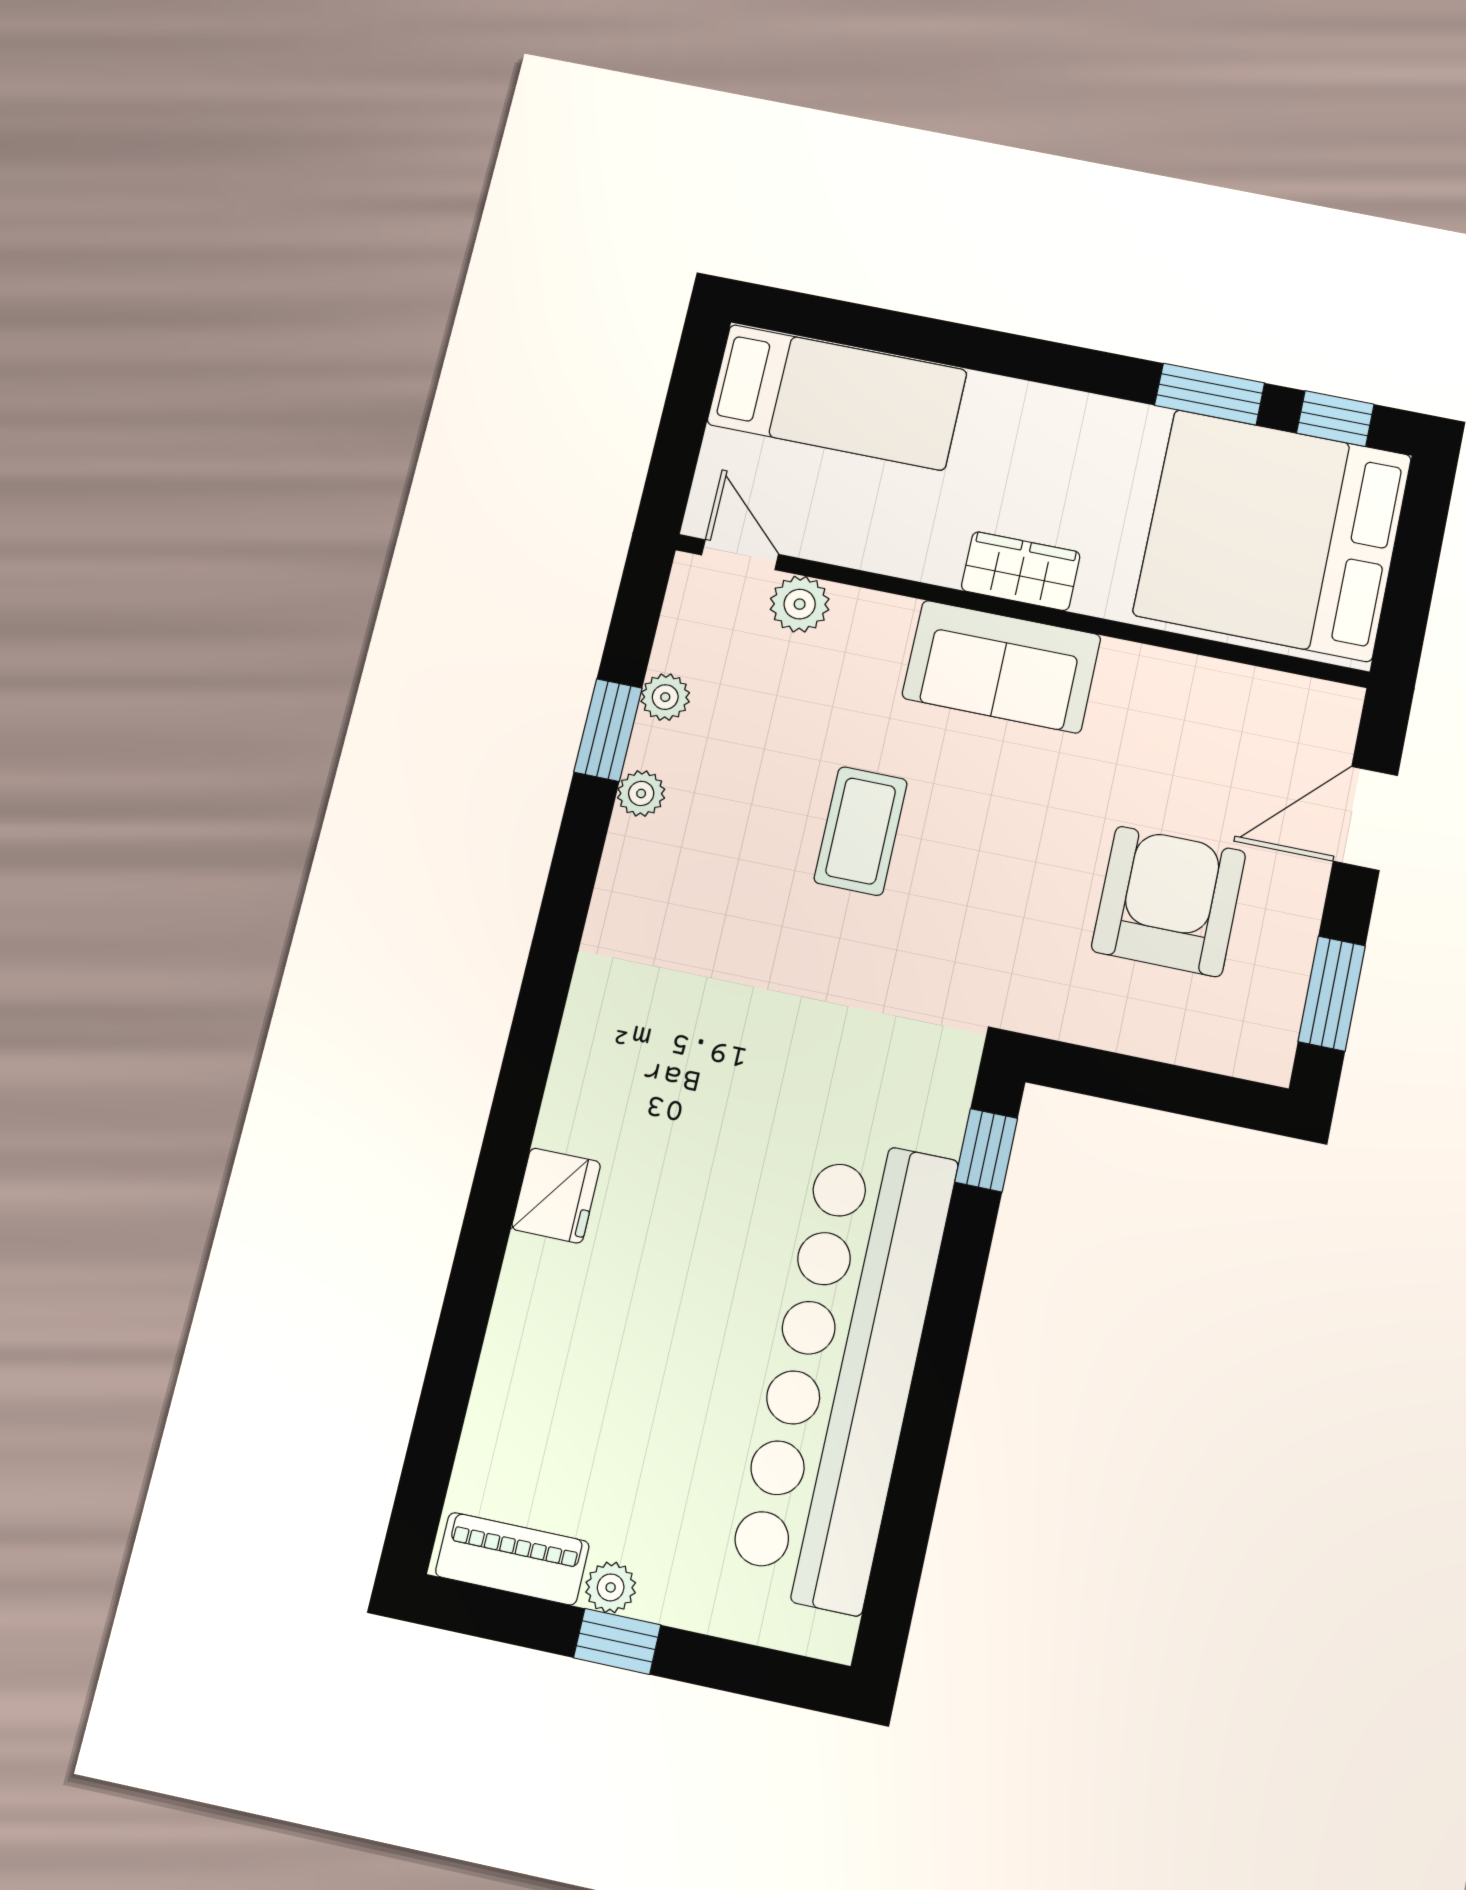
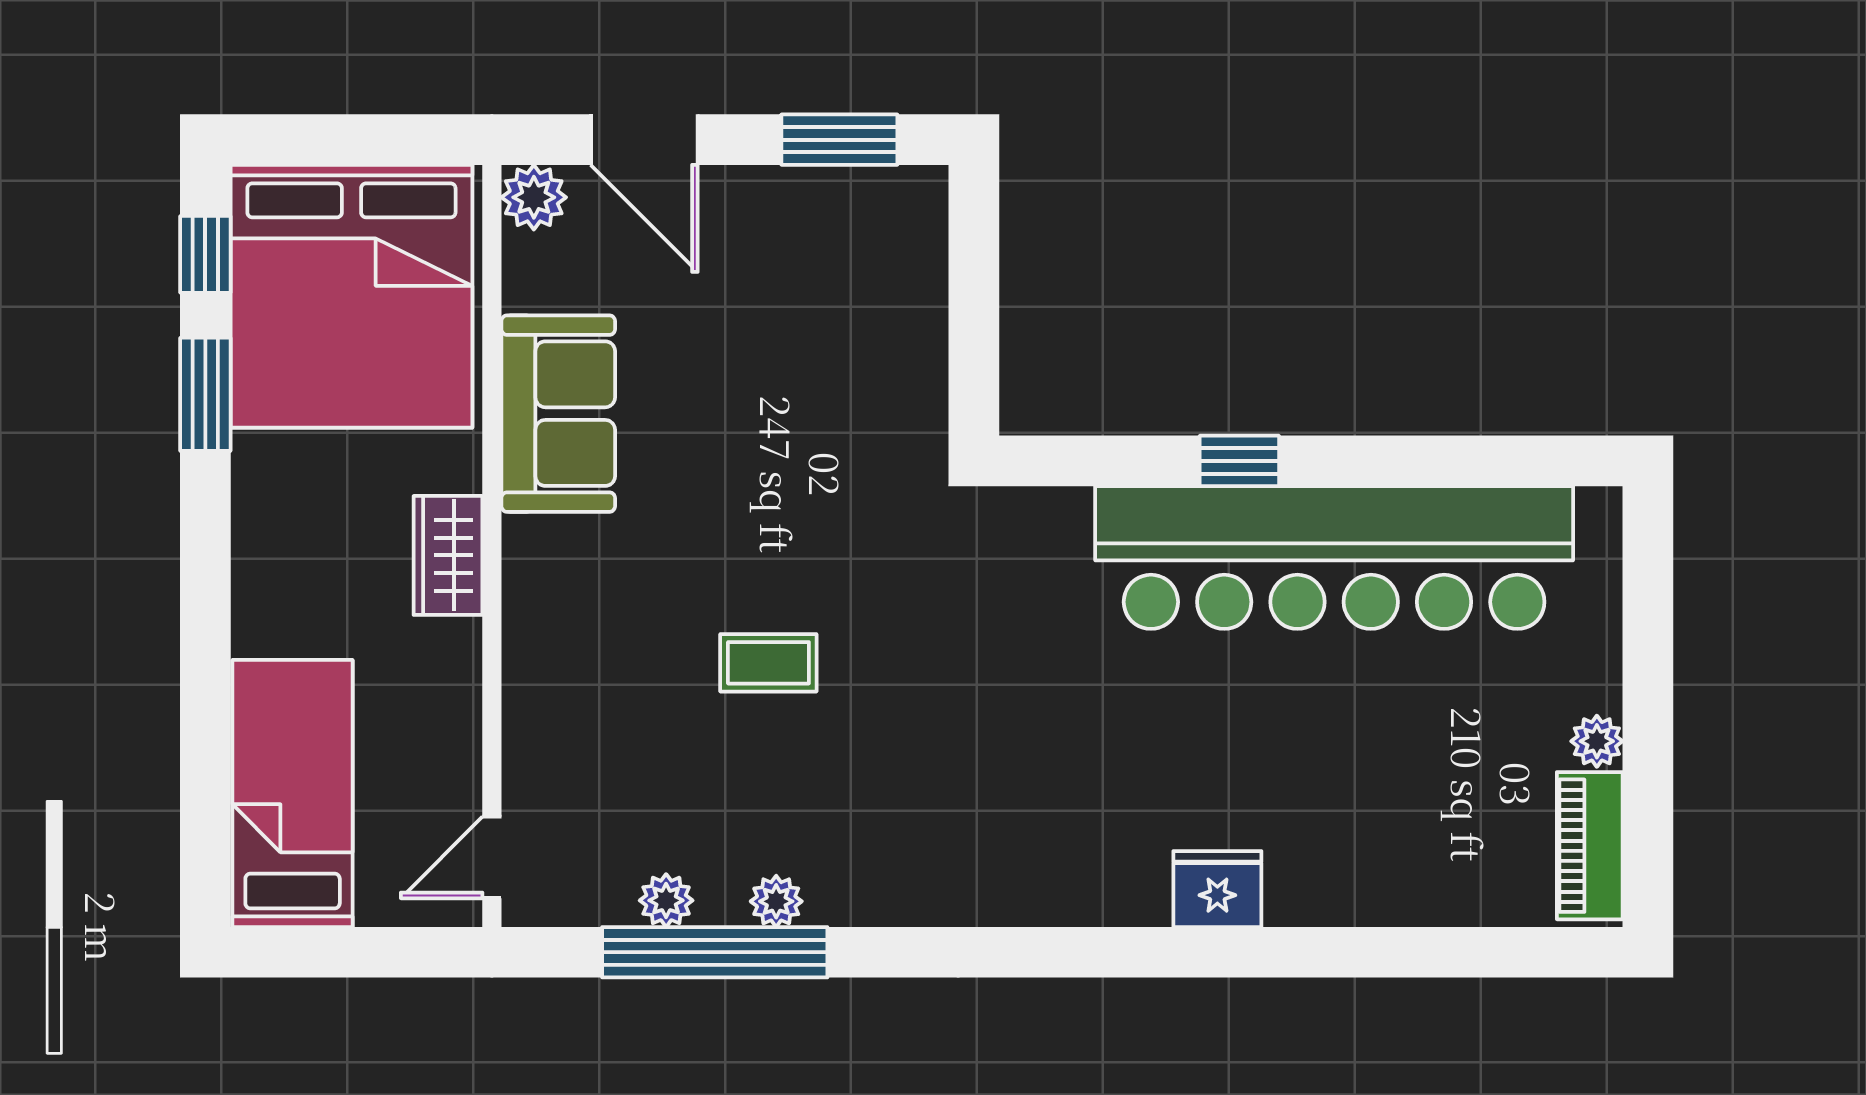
plant: (800, 604) -> (534, 197), moved
sofa: (1002, 667) -> (558, 414), moved
window: (608, 730) -> (715, 952), width x2.11
coffee table: (861, 831) -> (768, 663), width x0.73, depth x0.77
armchair: (1169, 901) -> (777, 327), removed
window: (986, 1150) -> (1239, 461), moved
window: (617, 1641) -> (1648, 722), removed

